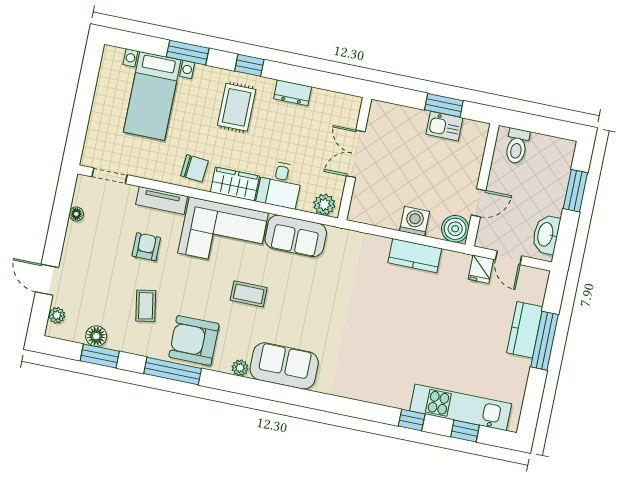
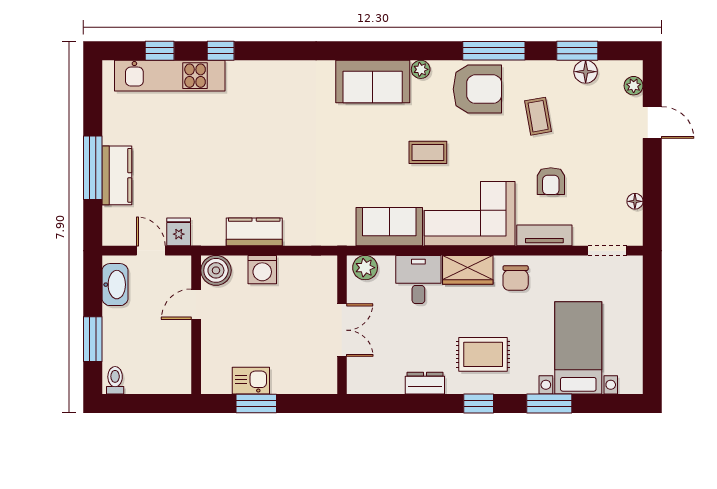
rug: (237, 107) -> (483, 354), turned 90
toilet: (517, 146) -> (115, 380), moved, width x0.73, depth x0.72
chair: (194, 168) -> (516, 278), turned -95

